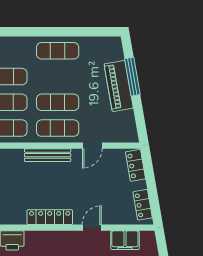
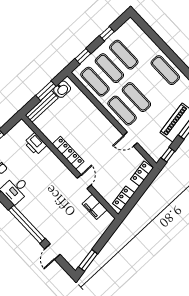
window: (141, 124) -> (168, 155), added
bench: (48, 155) -> (102, 119), removed
door: (92, 228) -> (84, 182), hinge flipped

